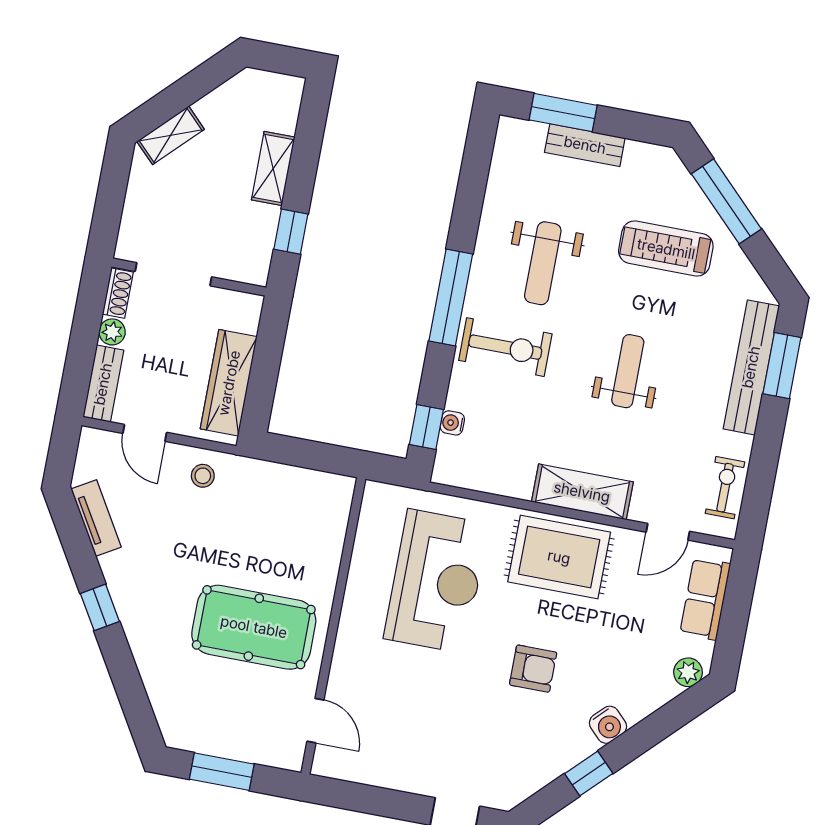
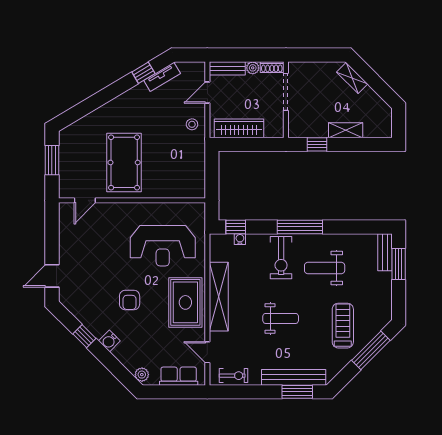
bench: (585, 145) -> (385, 252), moved
shelving: (582, 492) -> (219, 297), width x1.47
window: (100, 607) -> (143, 73), moved

